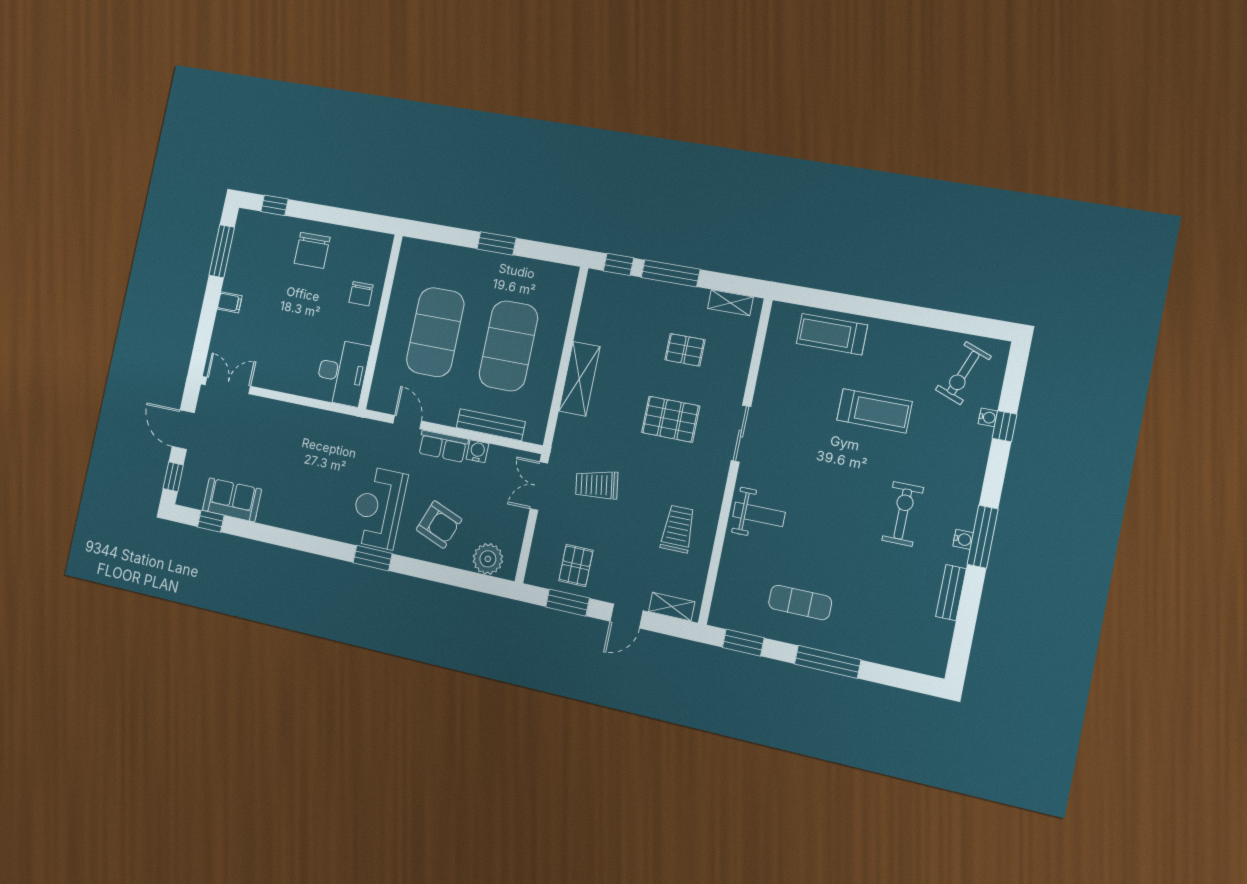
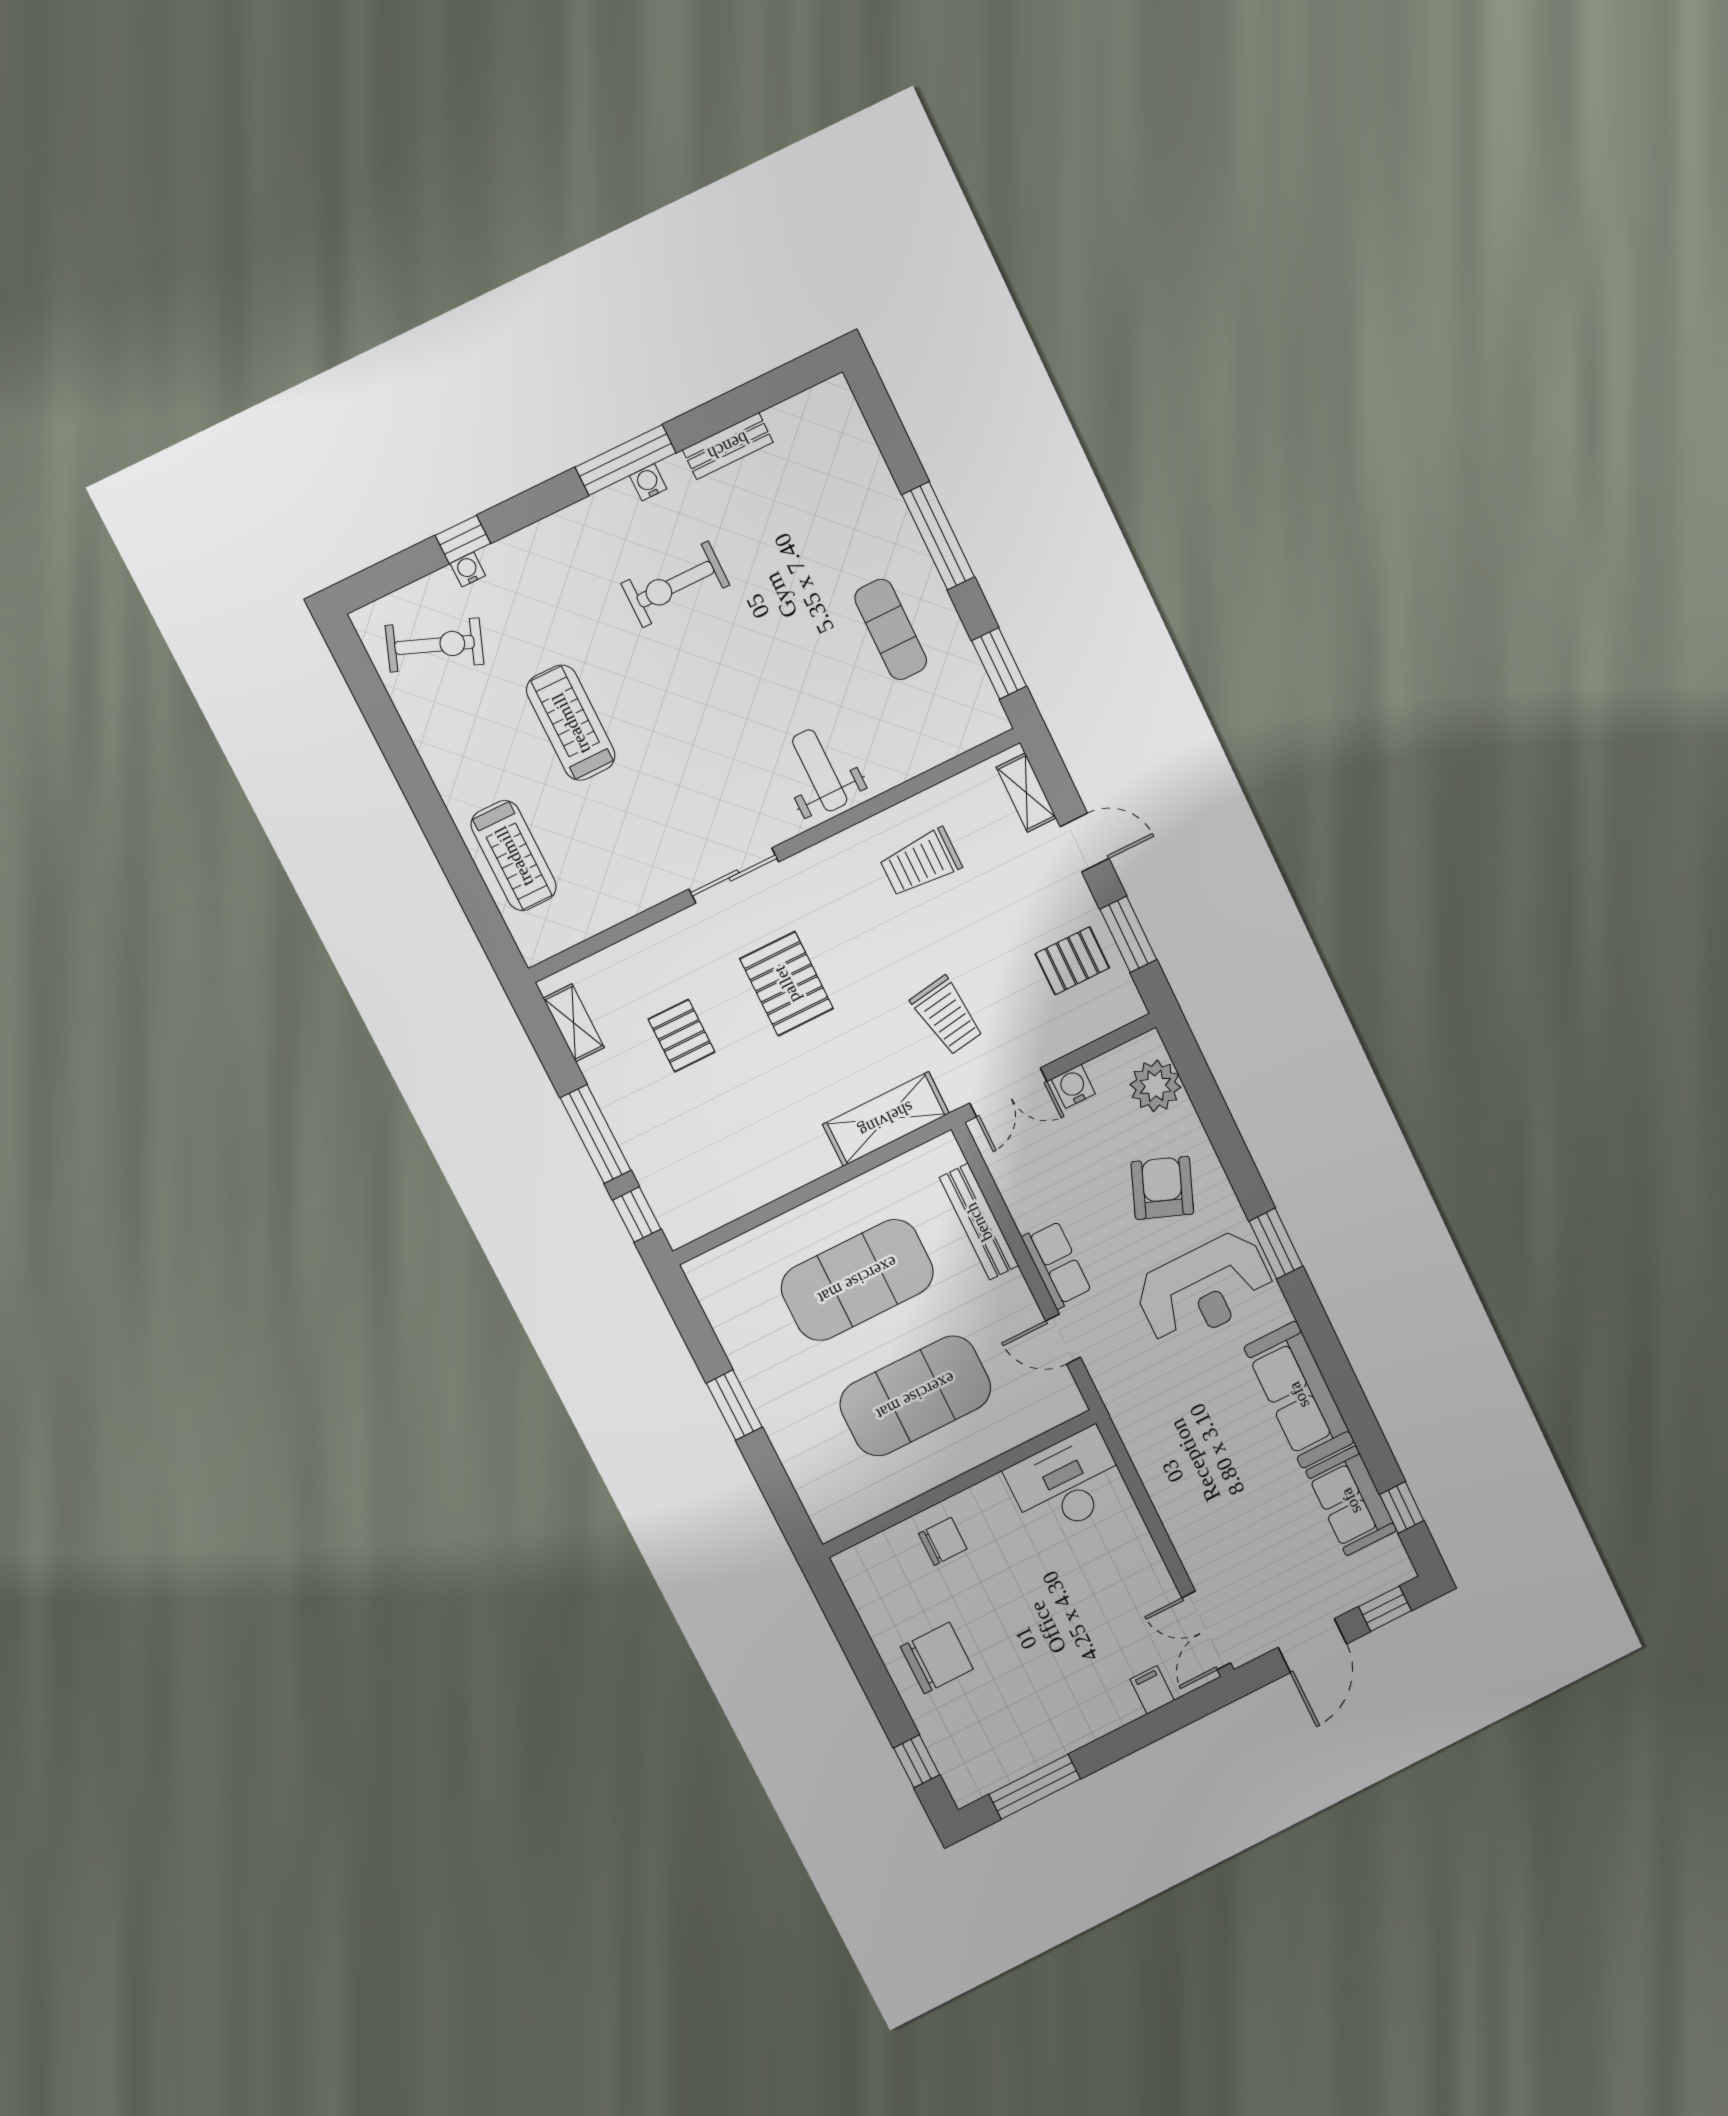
filing cabinet: (230, 302) -> (1152, 1690), moved
shelving: (579, 379) -> (886, 1119), moved
door: (407, 422) -> (1063, 1339), hinge flipped
water cooler: (477, 451) -> (1073, 1086), moved, turned 90
sofa: (297, 514) -> (1299, 1395), added

